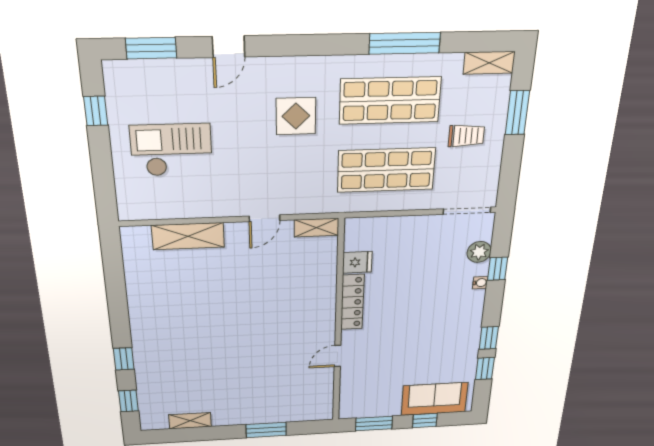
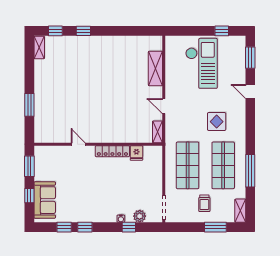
checkout: (171, 150) -> (201, 63), width x1.36, depth x1.21
shelving: (190, 421) -> (39, 47), moved

